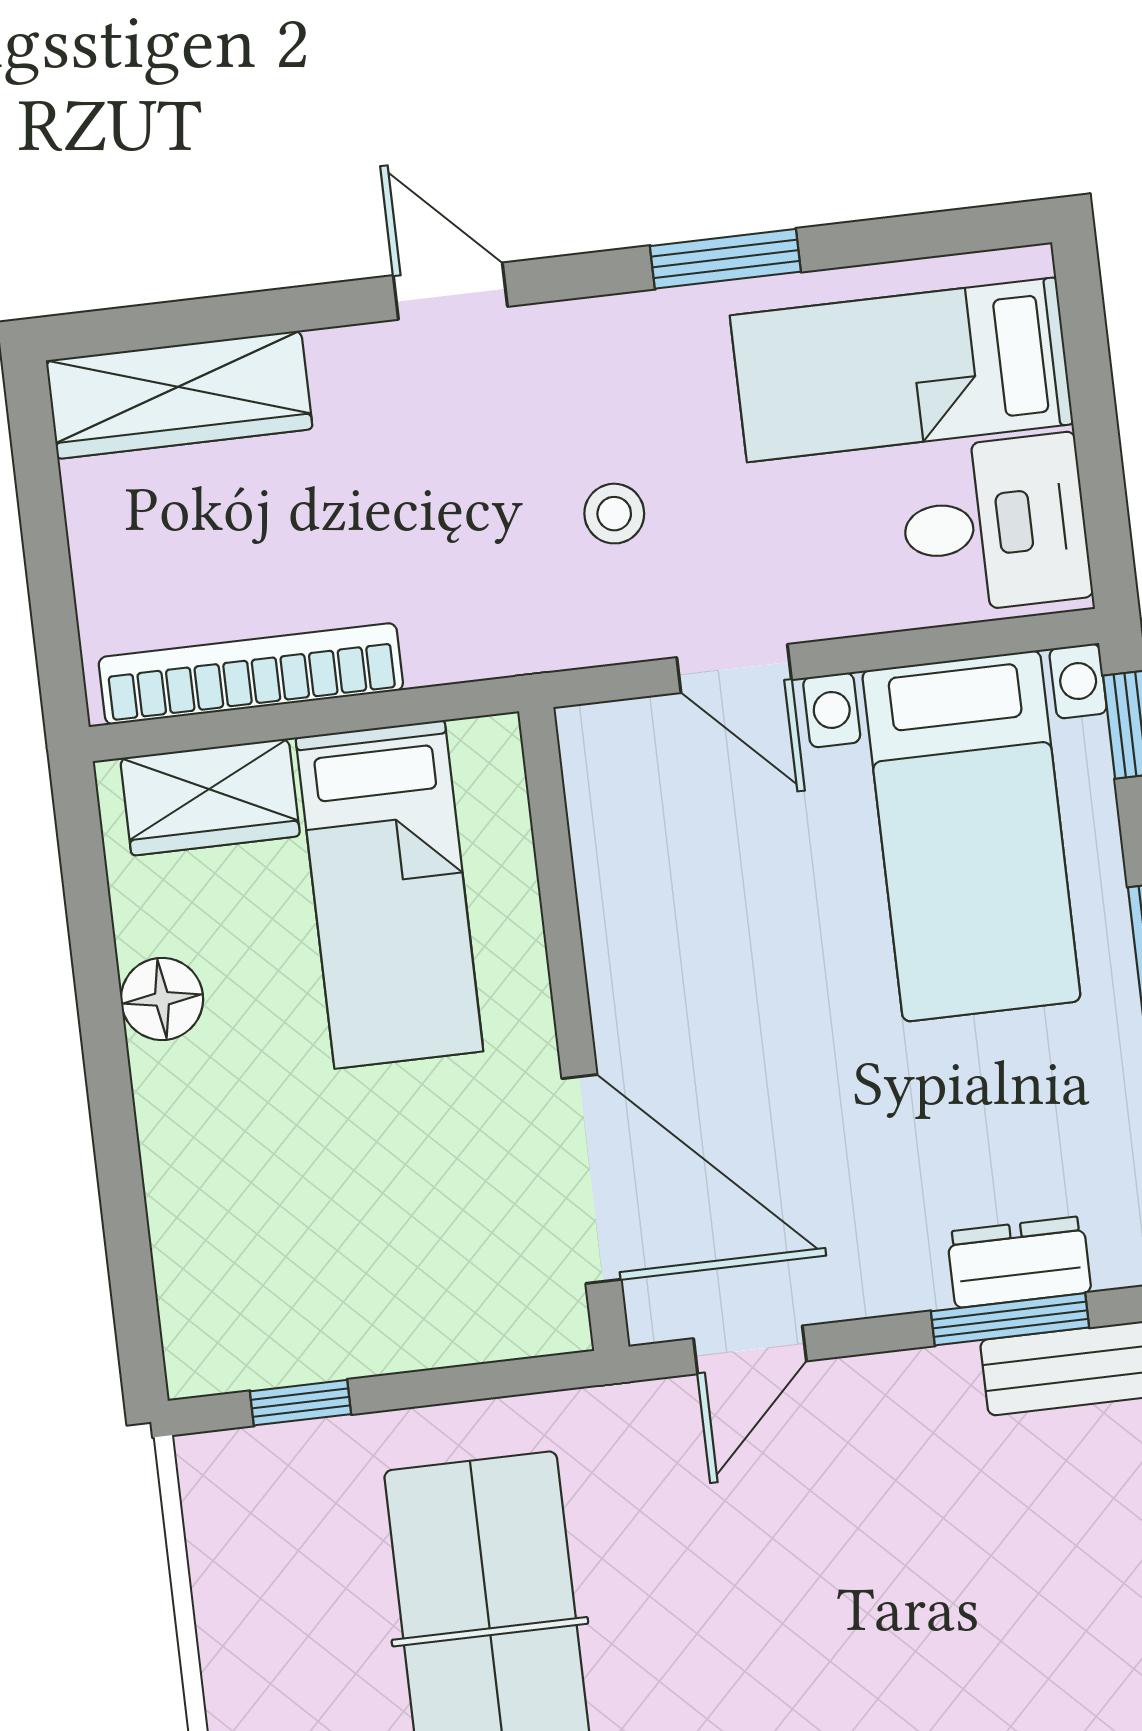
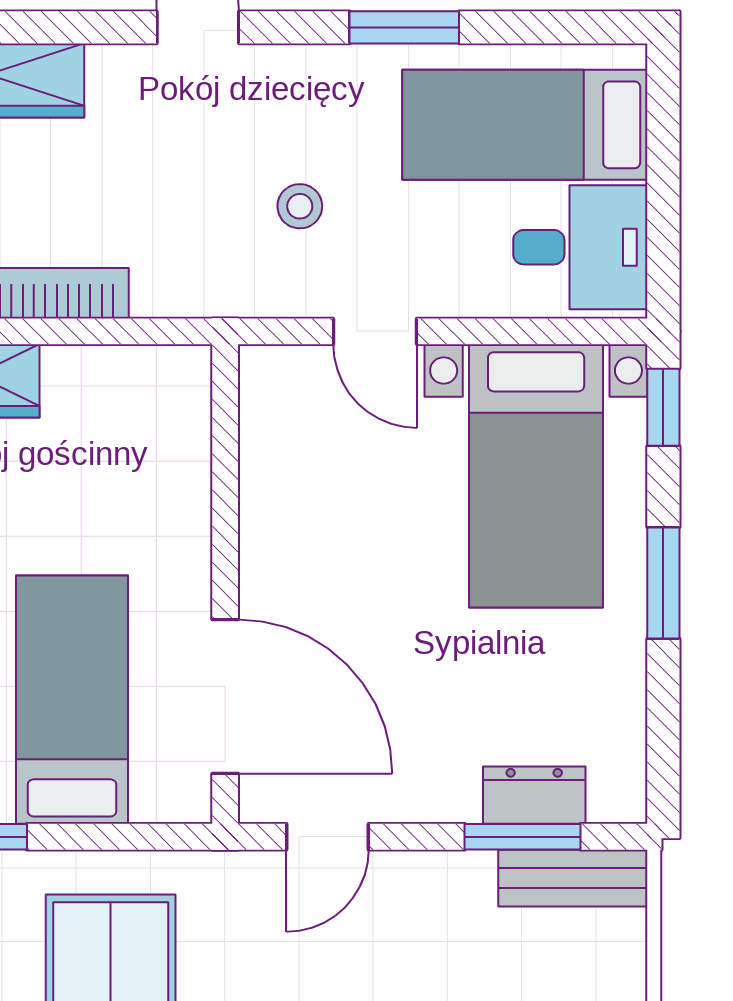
bed: (389, 894) -> (72, 700), moved, turned 180

